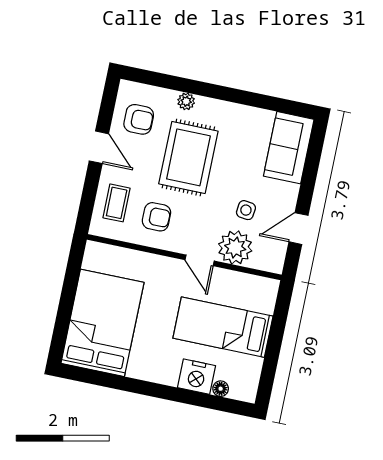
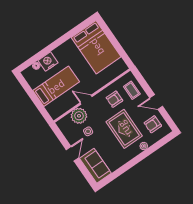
door: (298, 229) -> (72, 154), moved

